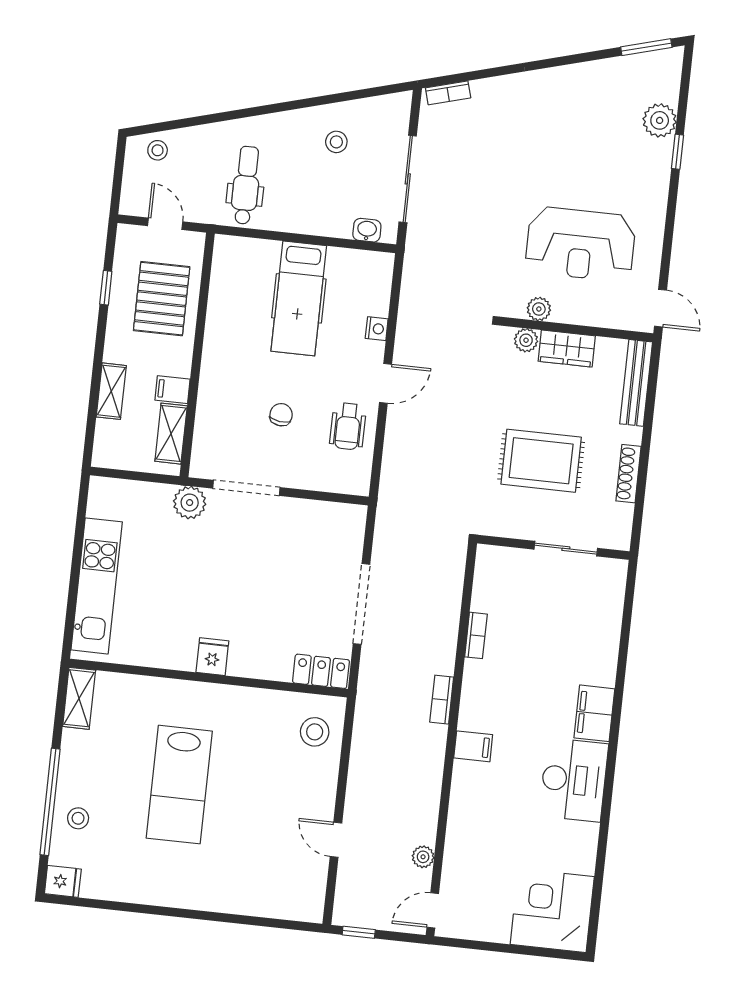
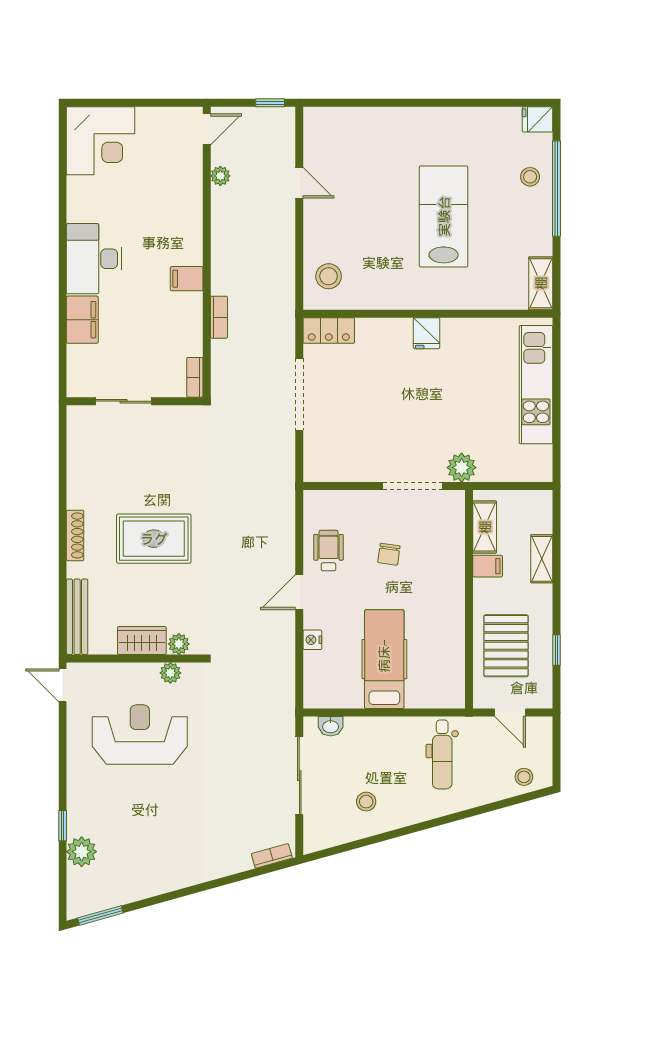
wall: (553, 547) -> (135, 401), moved
sliding door: (566, 549) -> (123, 401), moved

